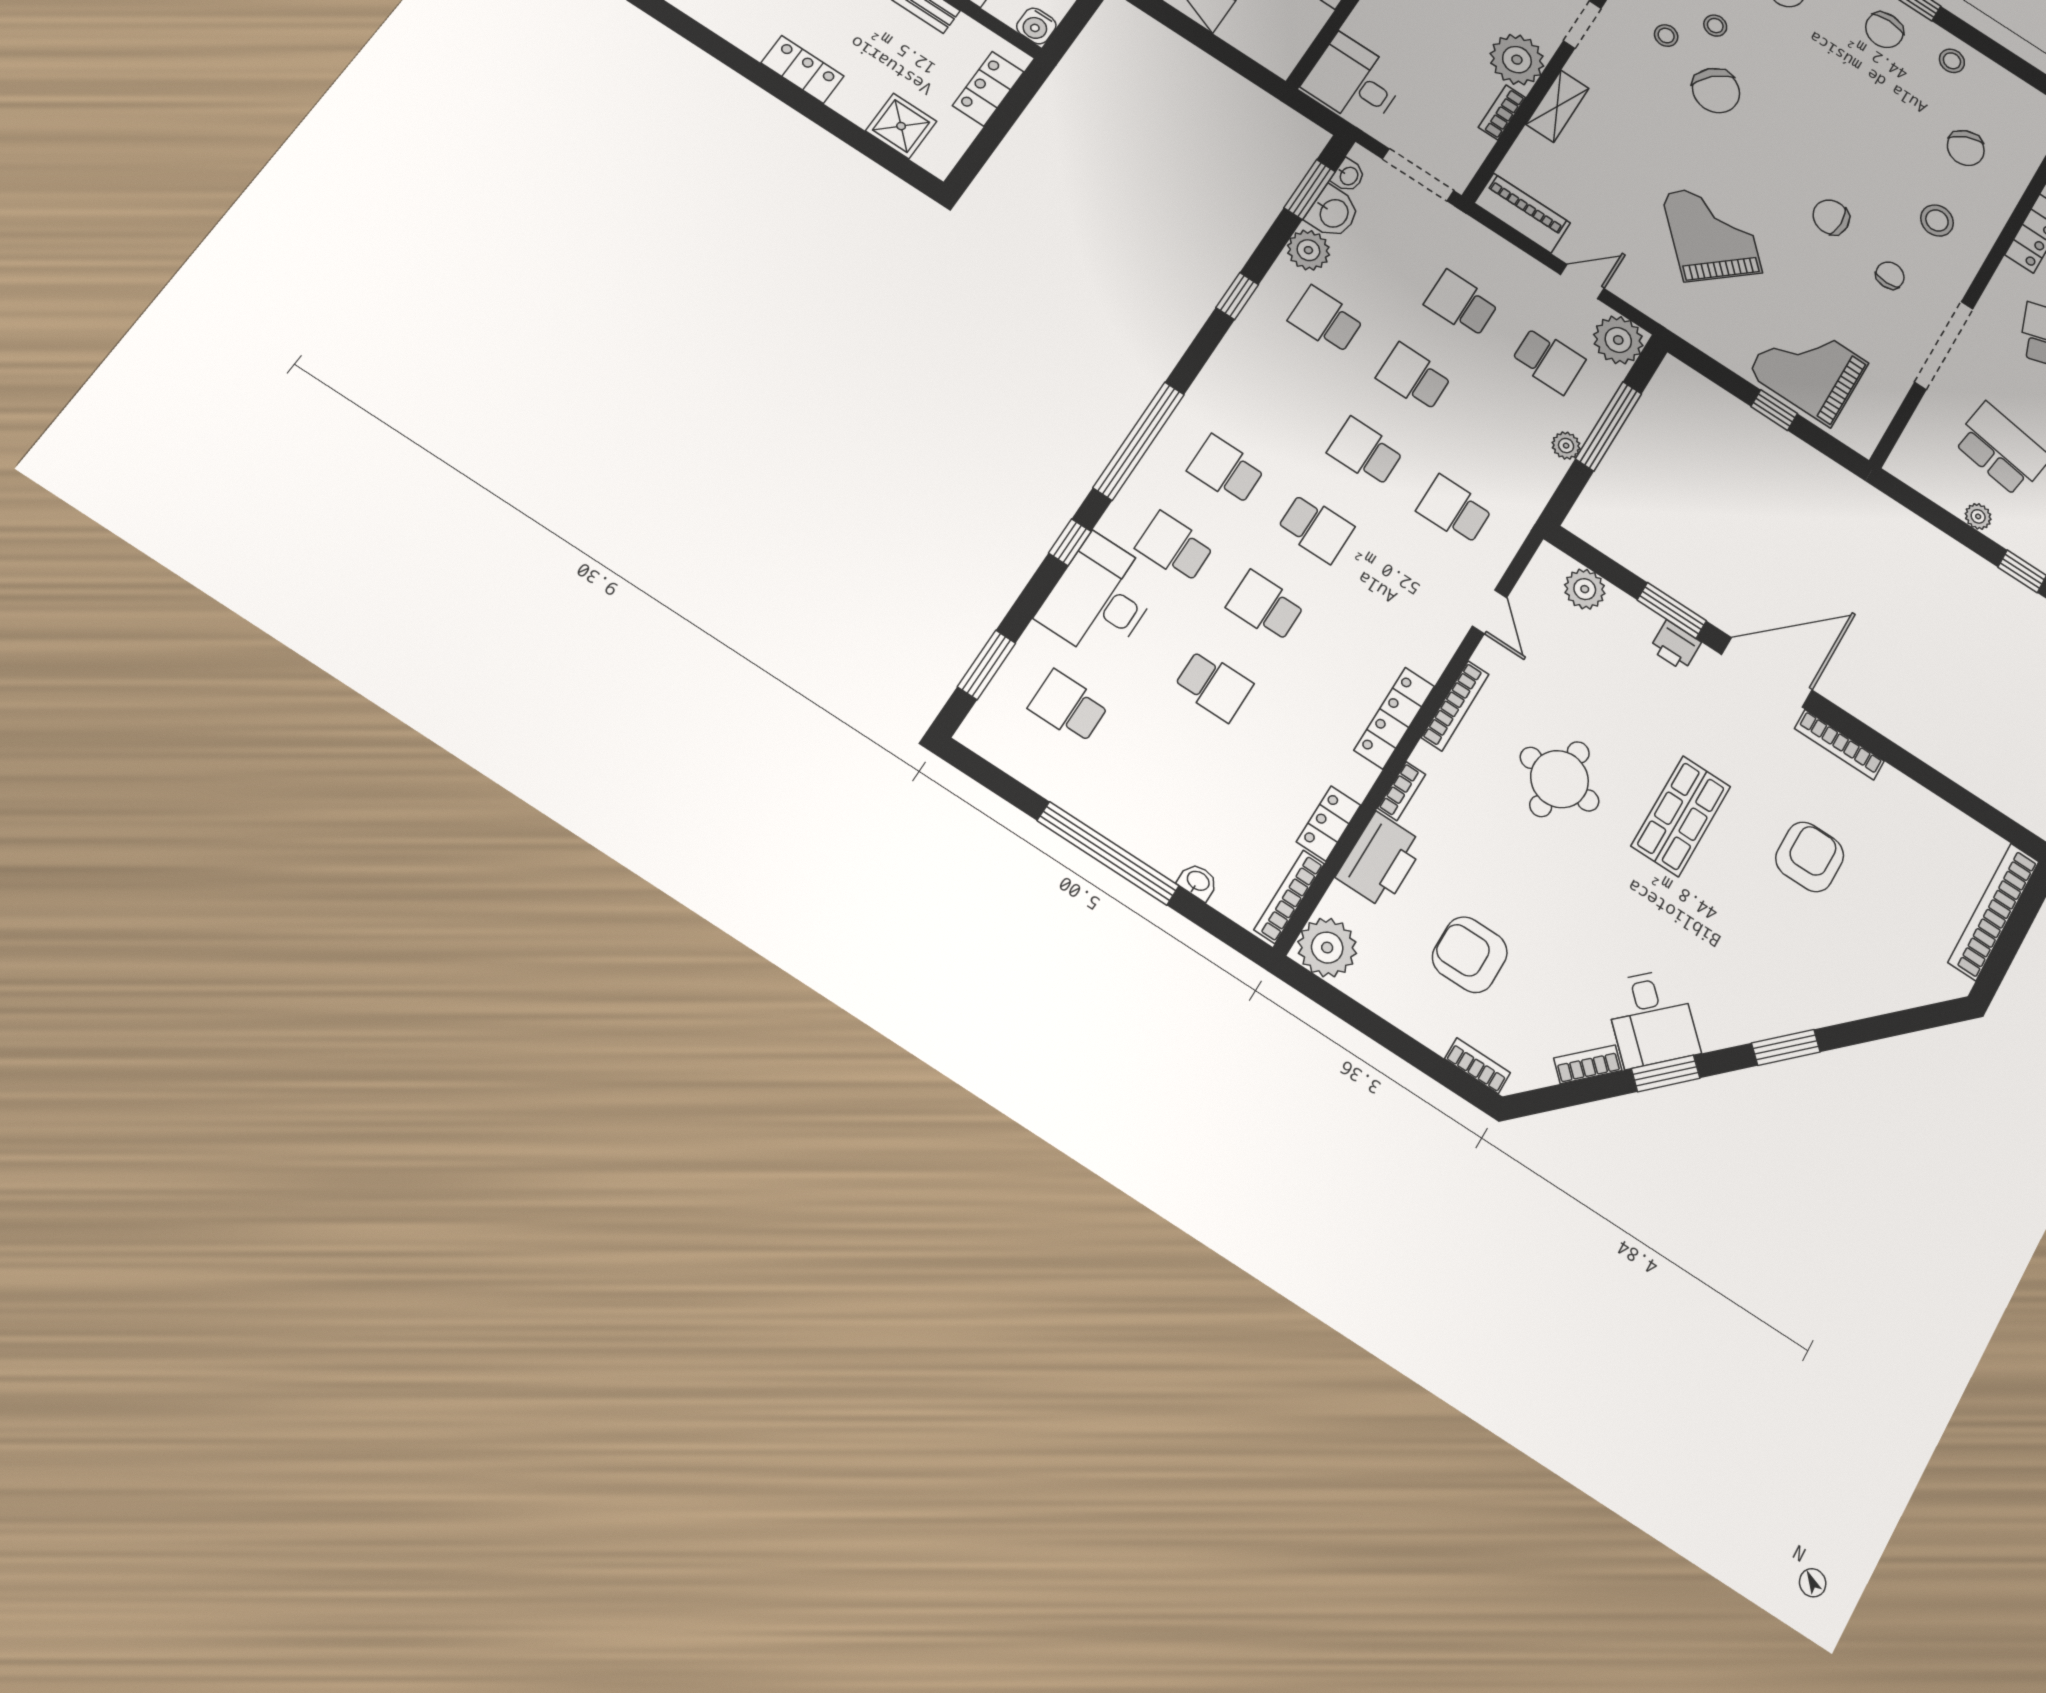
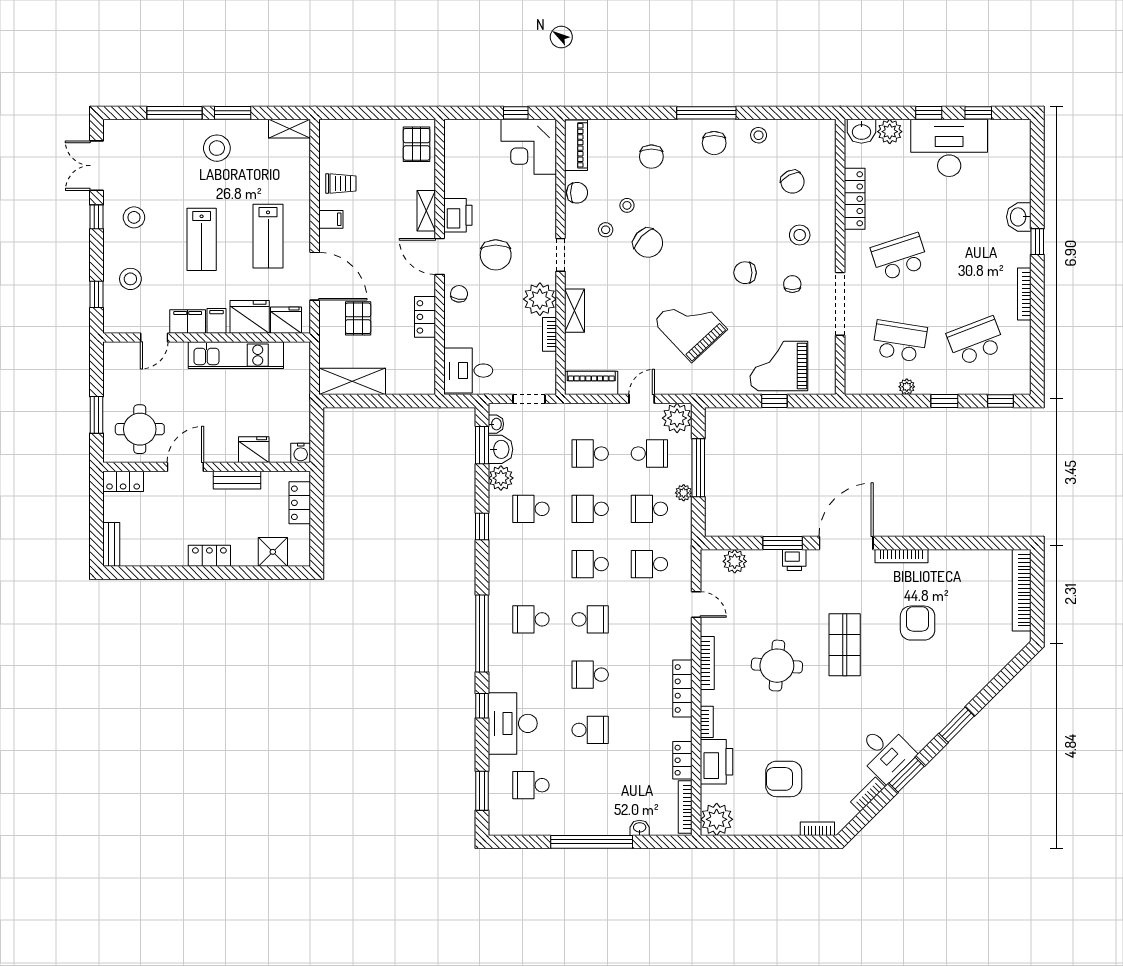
doorway: (1418, 175) -> (529, 399), width x0.73
school desk: (1175, 547) -> (649, 509), moved

